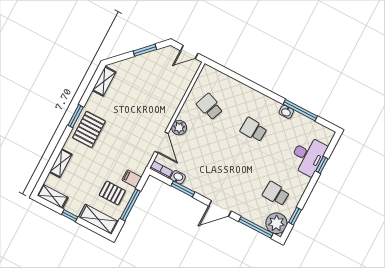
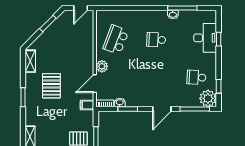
school desk: (210, 107) -> (116, 40), width x1.85
pallet: (89, 129) -> (51, 86), moved
door: (162, 142) -> (95, 84), swing flipped
filing cabinet: (132, 179) -> (87, 105), moved

